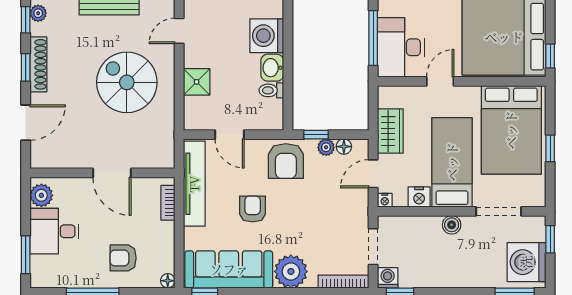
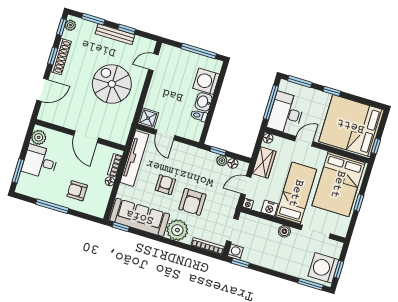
shower: (197, 82) -> (148, 118), moved
floor lamp: (385, 93) -> (268, 138), added
armchair: (286, 161) -> (192, 202), moved
window: (550, 239) -> (339, 269), moved
floor lamp: (168, 281) -> (110, 181), moved

